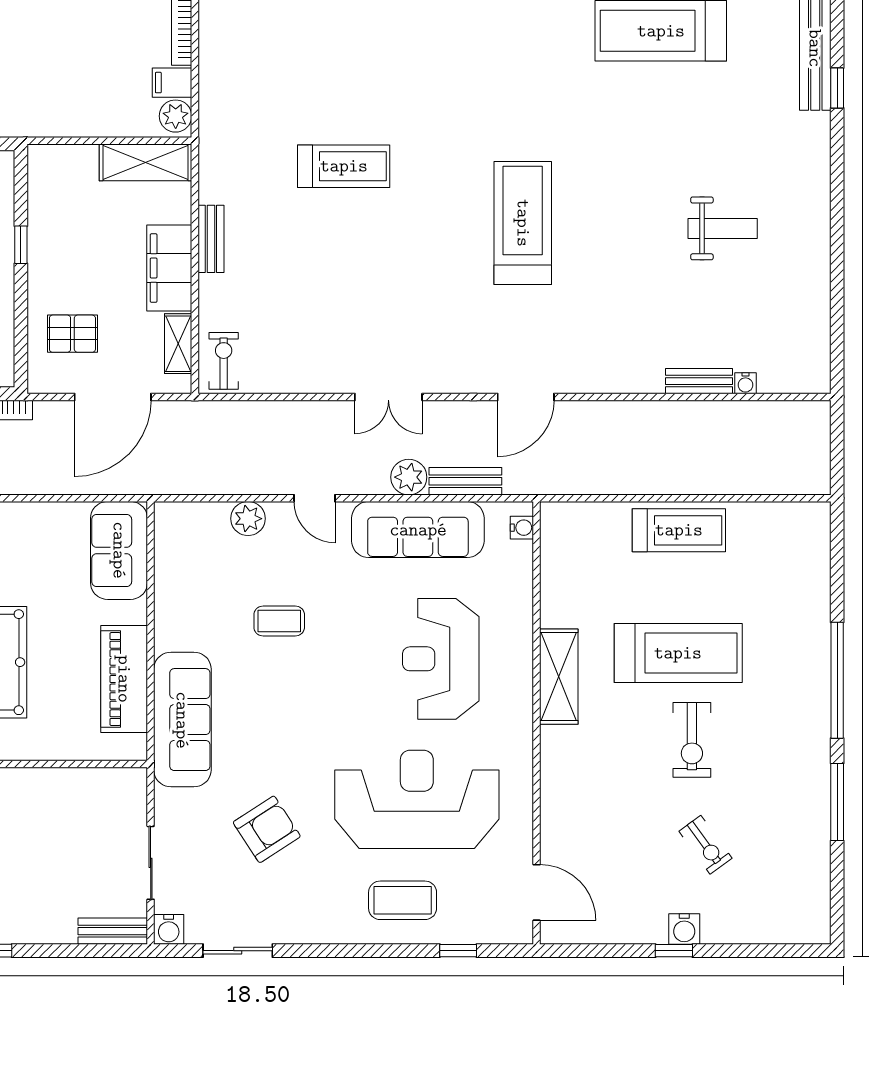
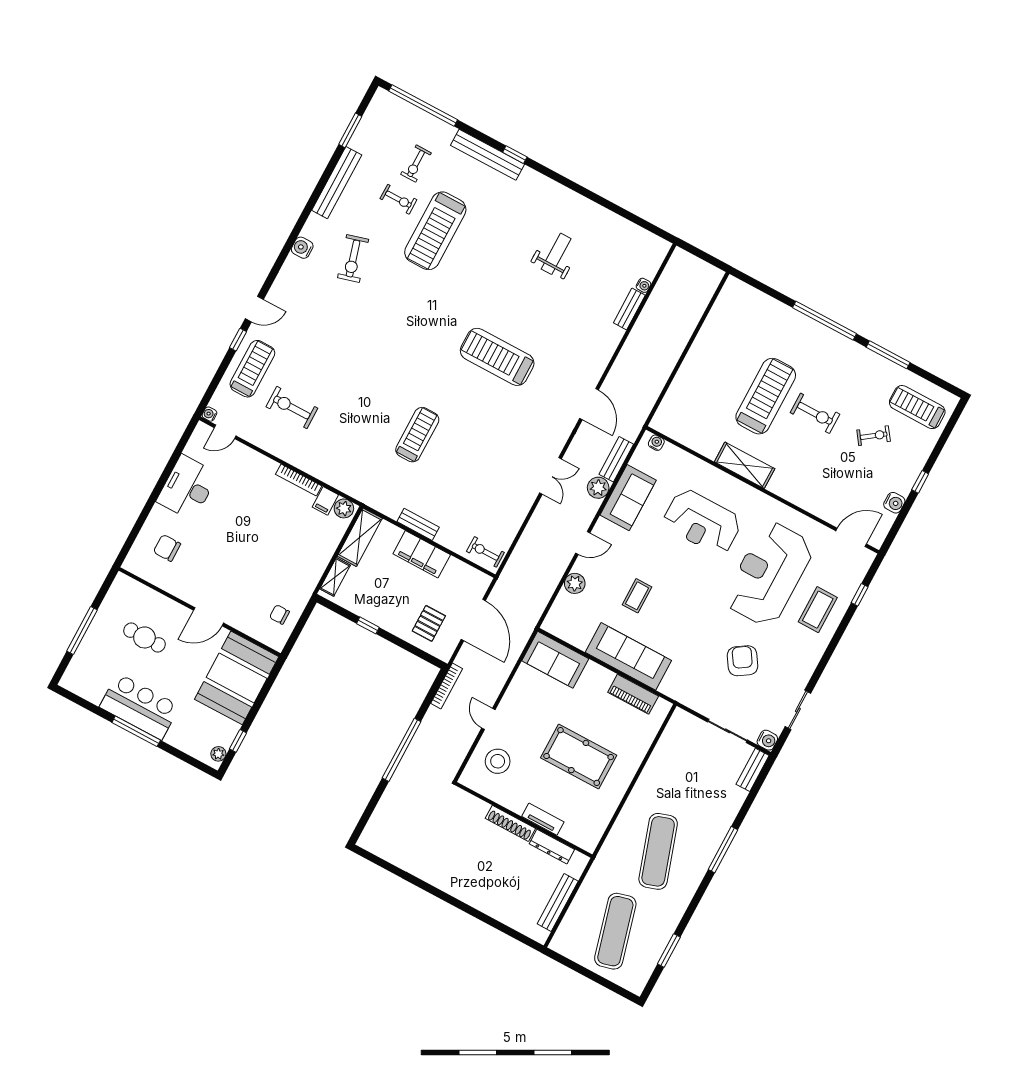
shelving: (178, 344) -> (335, 577), moved, turned 90
sofa: (418, 530) -> (628, 498), width x0.73
treadmill: (679, 530) -> (917, 407), moved, turned -90
piano: (124, 679) -> (633, 694), width x0.73, depth x0.75
sofa: (182, 720) -> (628, 656), moved
water cooler: (684, 929) -> (894, 503), moved

